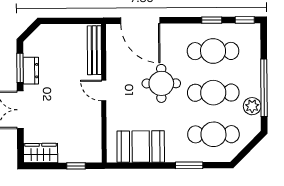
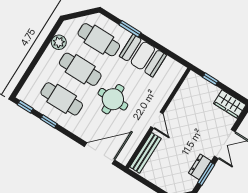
door: (140, 21) -> (100, 153), hinge flipped
window: (264, 88) -> (42, 50), removed
booth: (141, 147) -> (143, 56), moved

